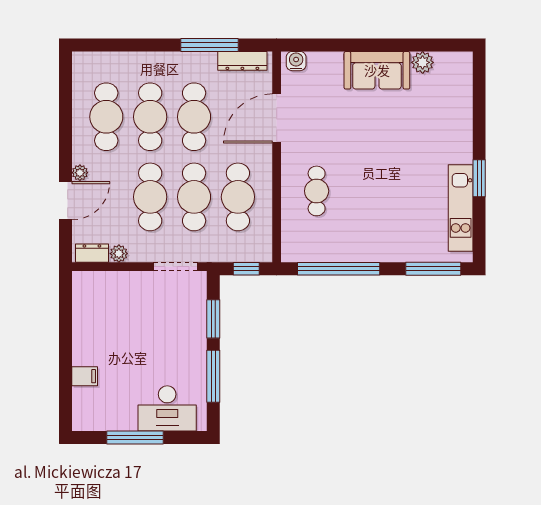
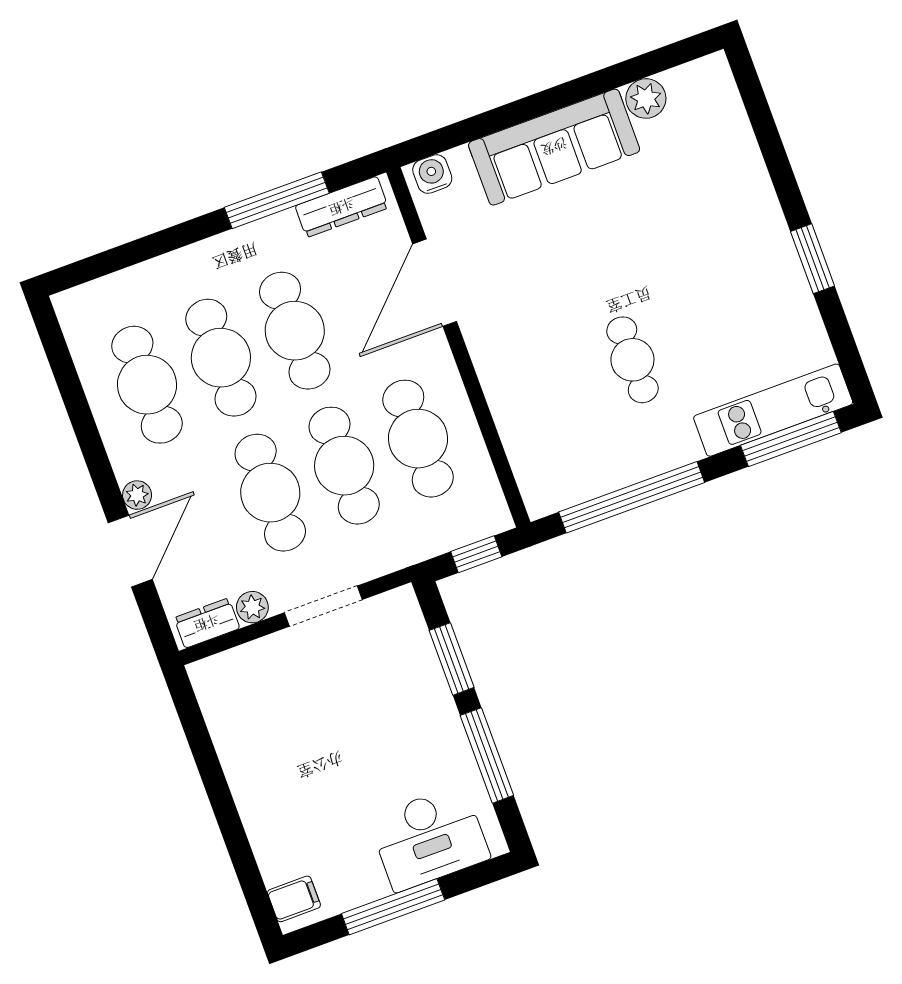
sofa: (377, 70) -> (554, 147), width x1.36
cafe table: (317, 191) -> (632, 360), moved
kitchen unit: (461, 208) -> (773, 410), moved, turned 90
doorway: (175, 267) -> (323, 606), moved
filing cabinet: (85, 376) -> (294, 899), moved

